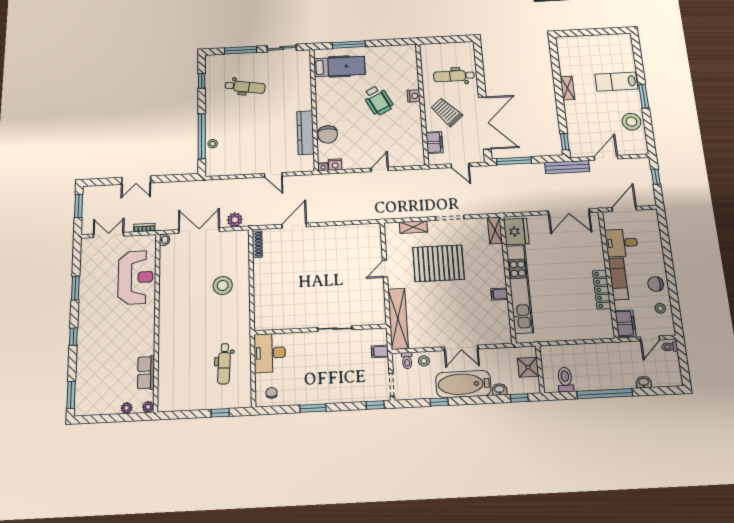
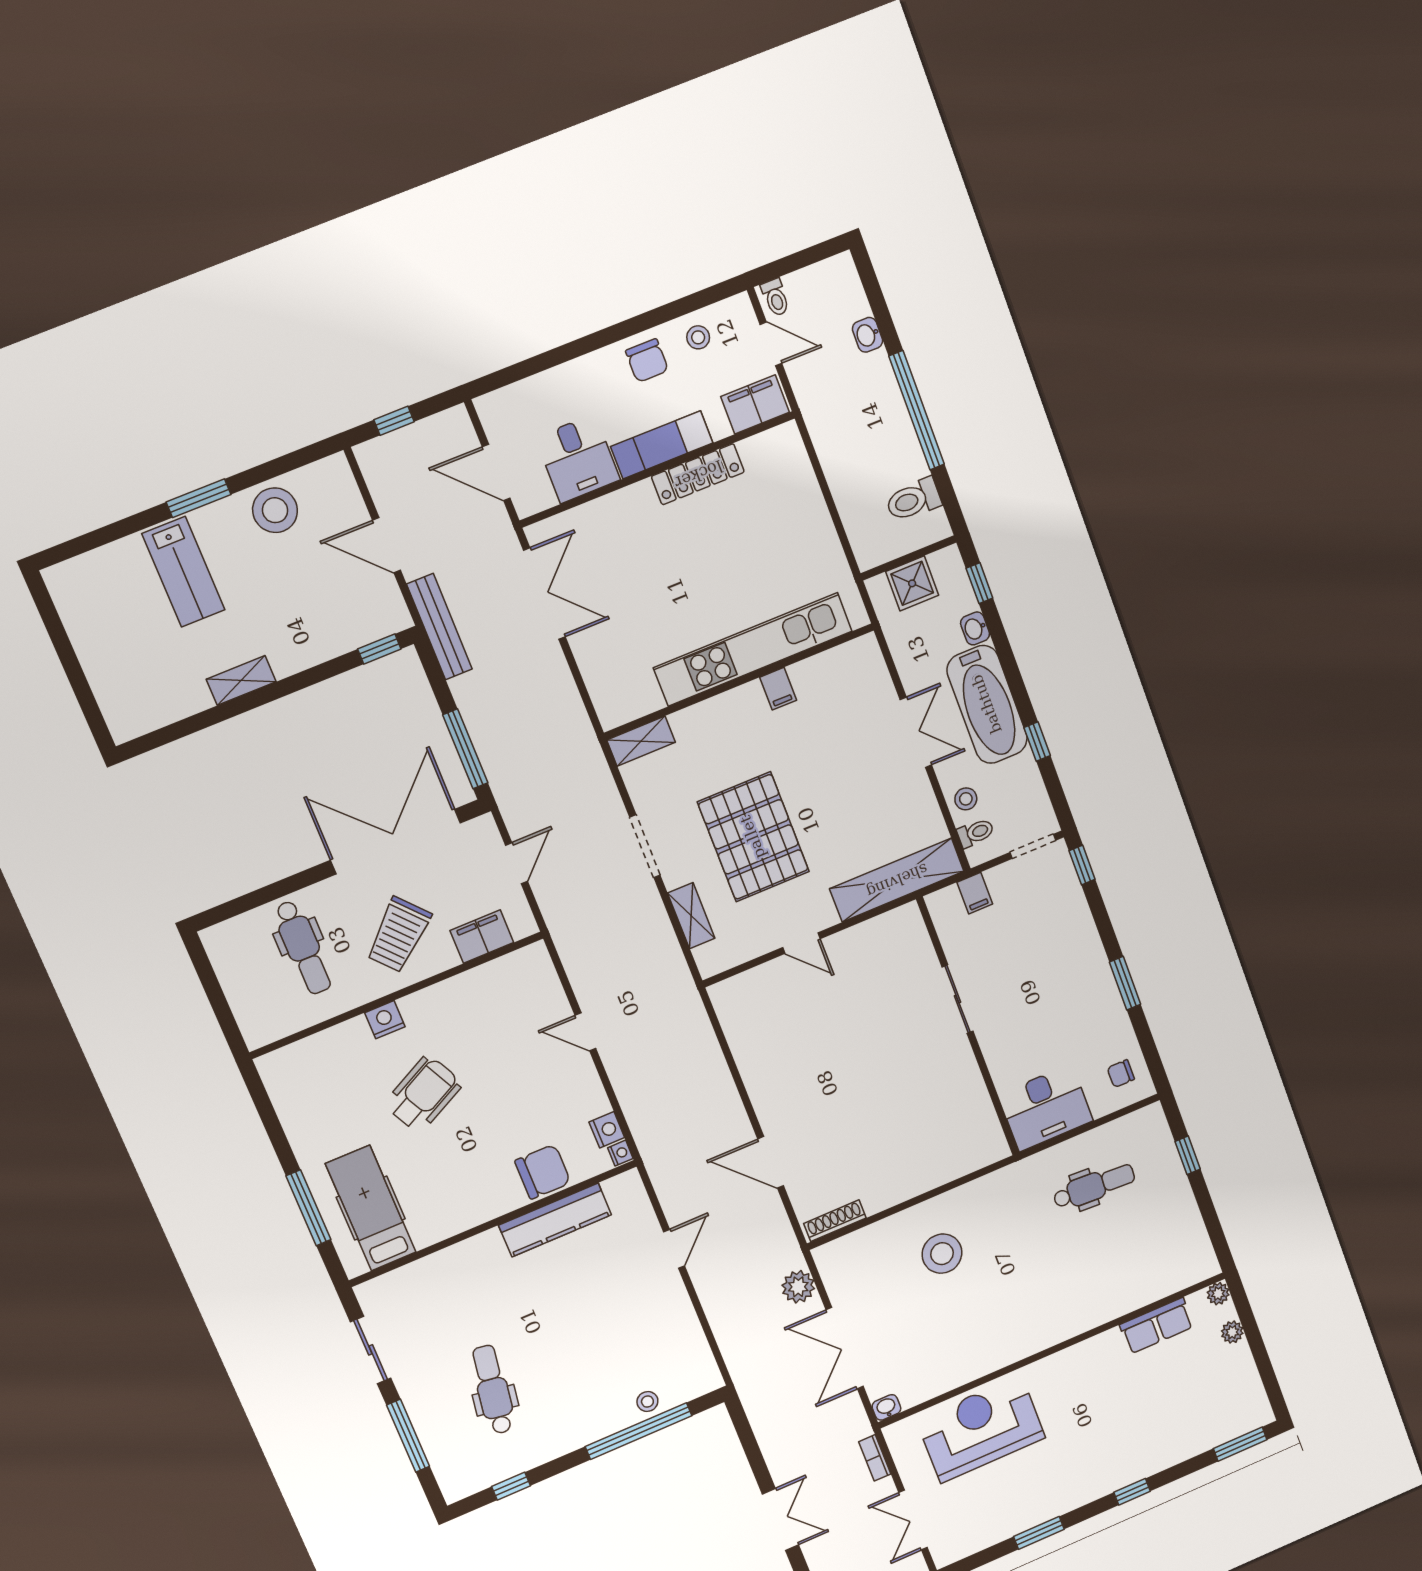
fridge: (516, 231) -> (628, 695), removed

